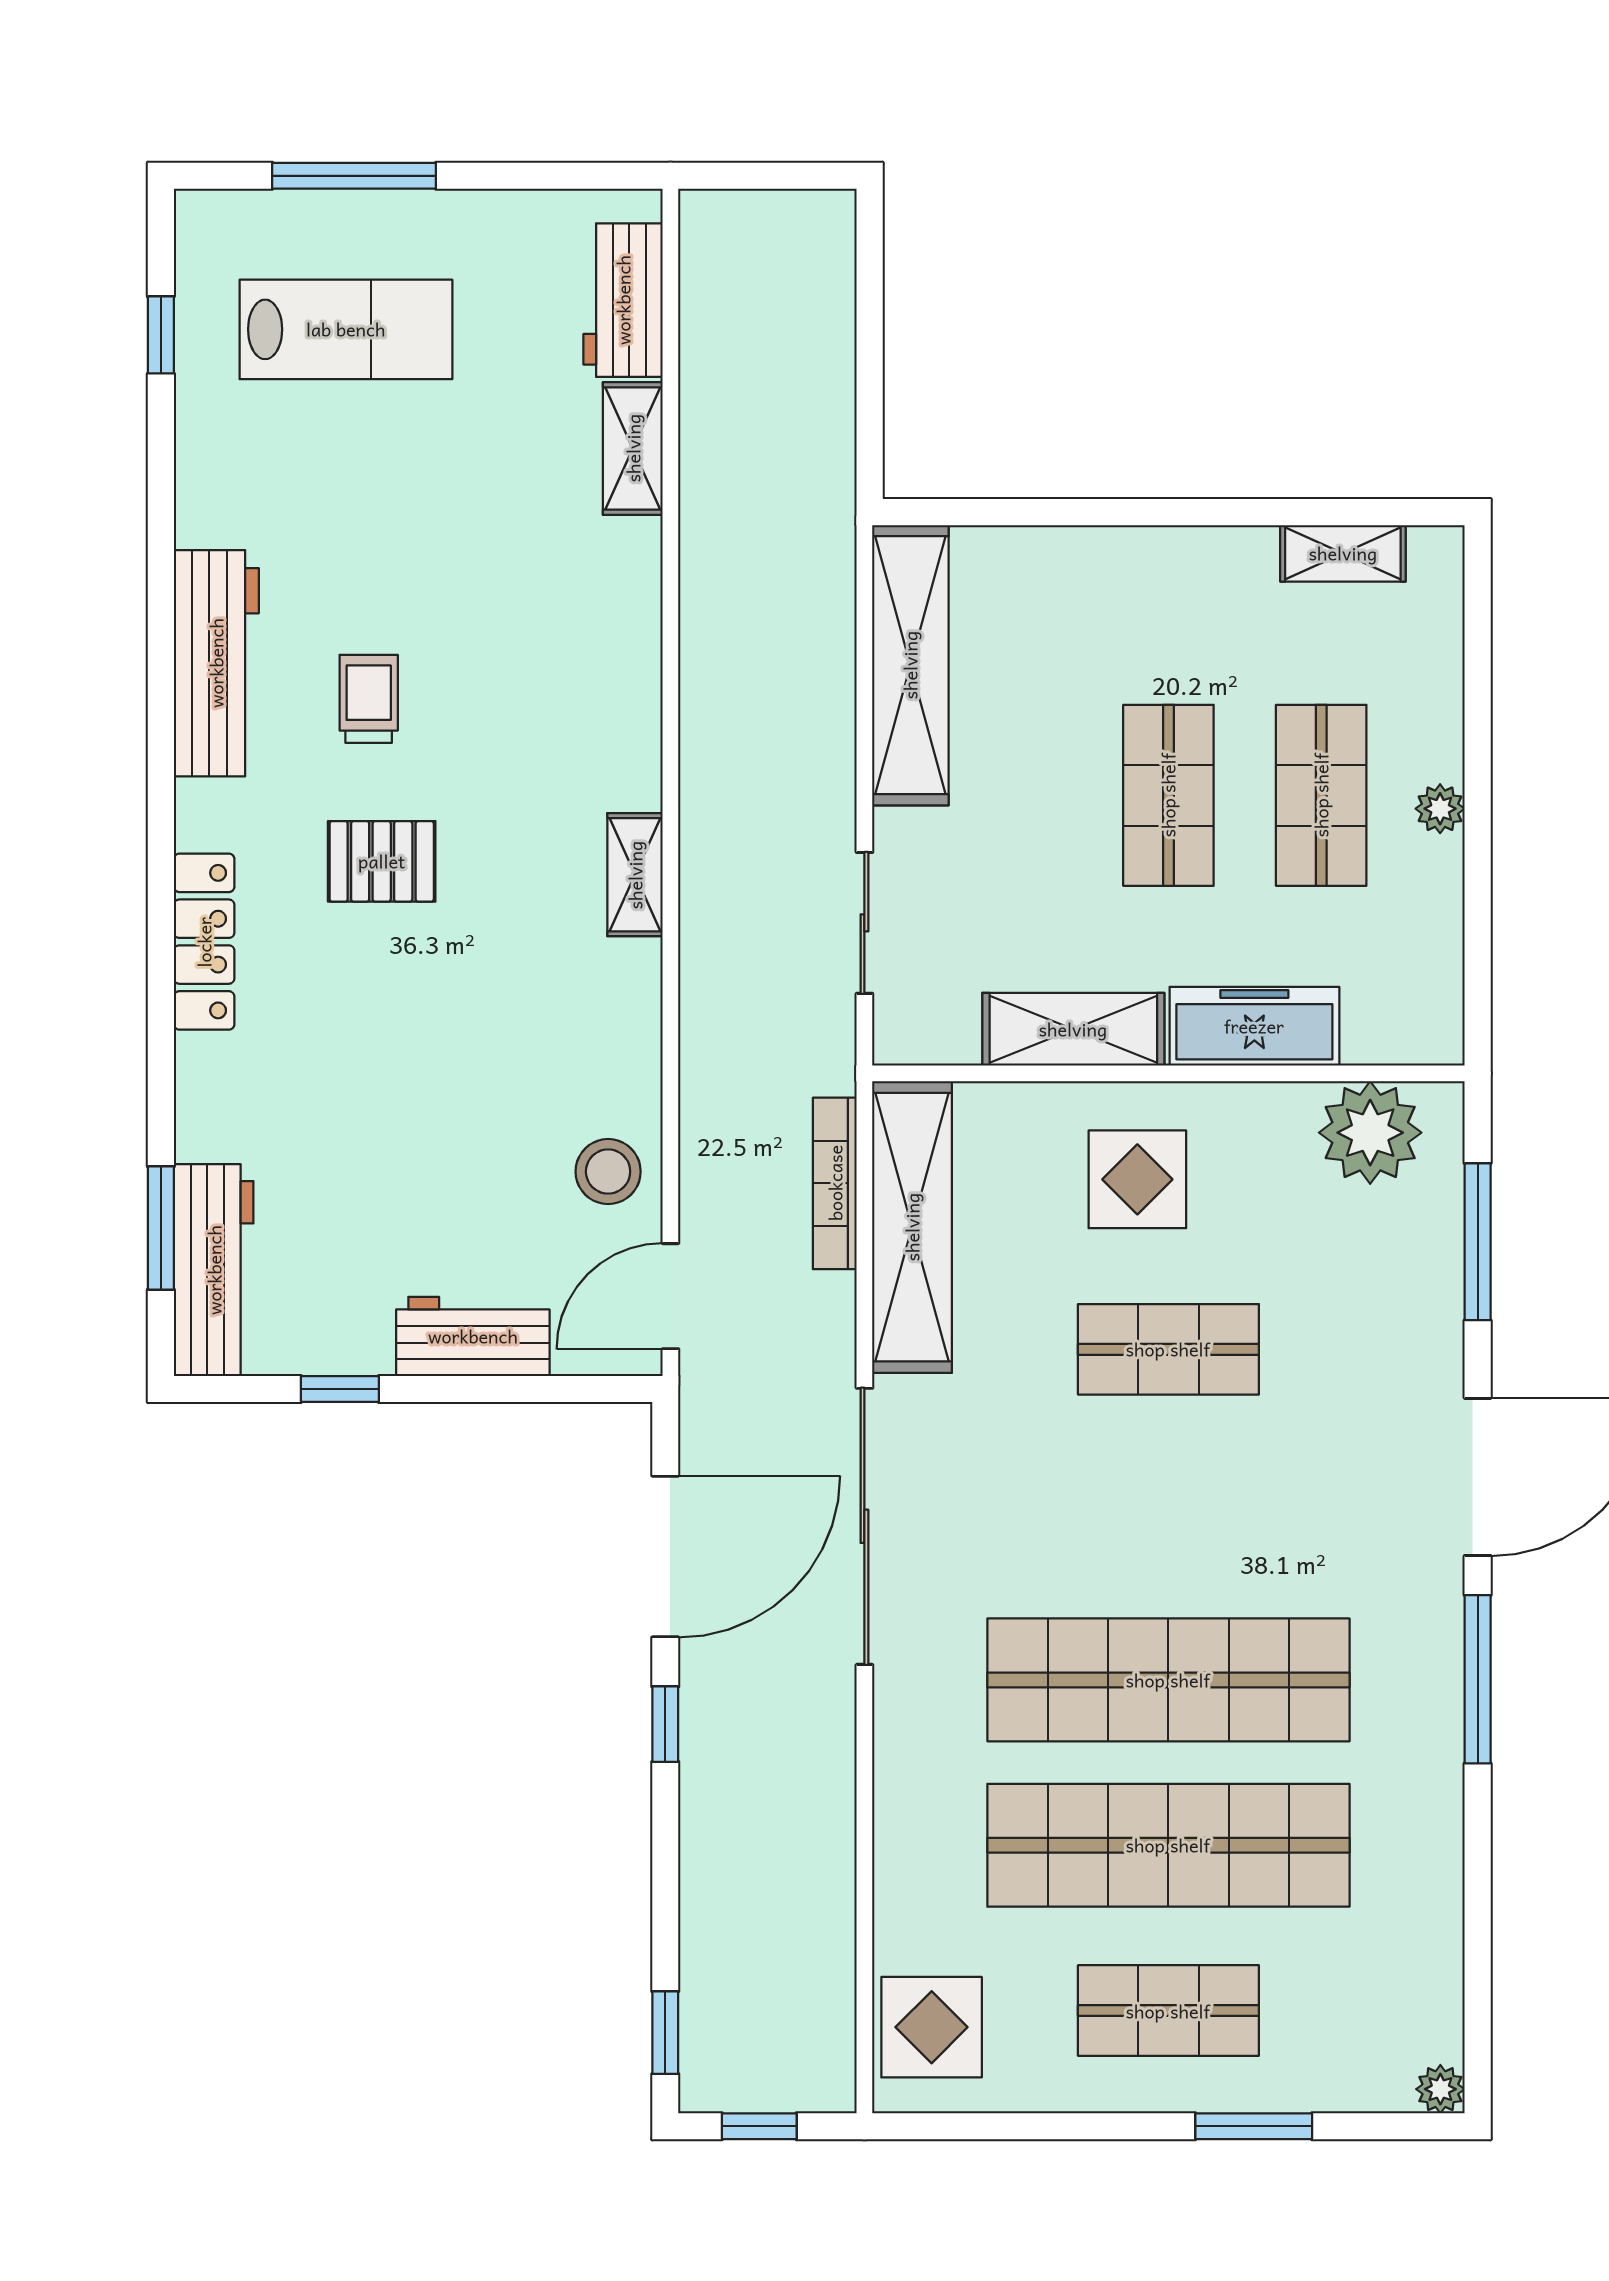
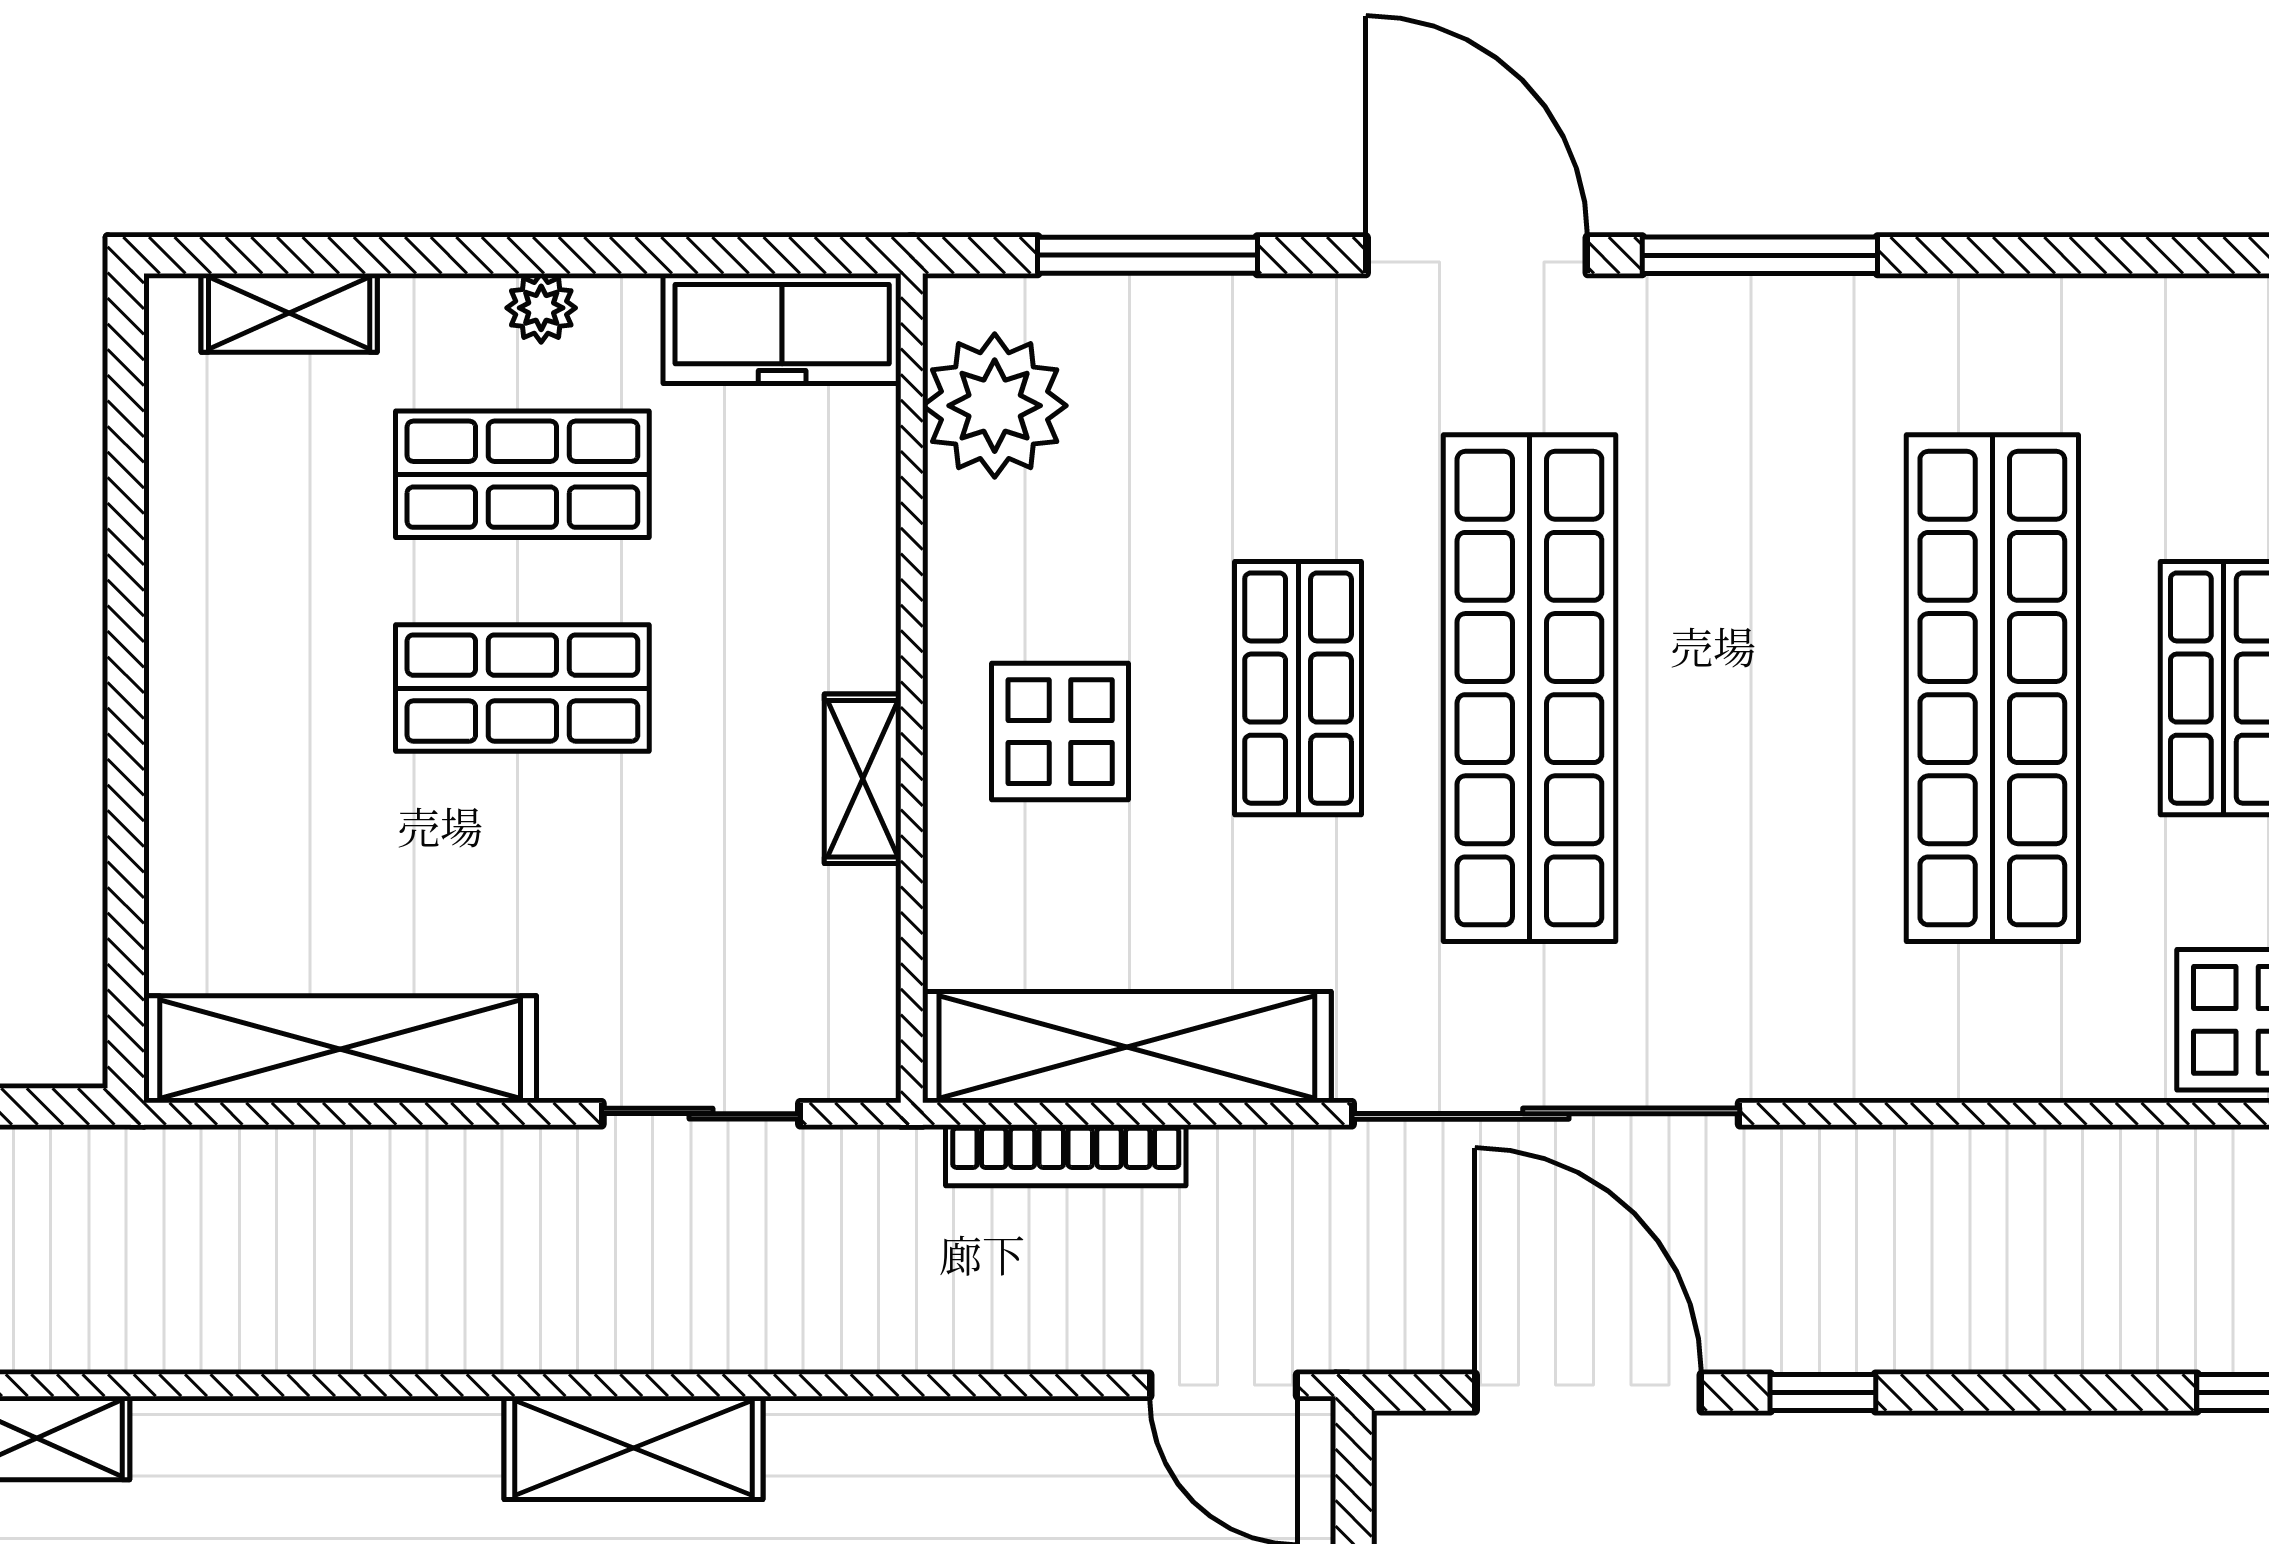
shelving: (1343, 553) -> (289, 313), moved, turned 90
shelving: (635, 875) -> (633, 1448), width x1.50, depth x1.33
freezer: (1254, 1026) -> (782, 329), moved, turned -90
shelving: (1073, 1029) -> (863, 779), width x0.67, depth x0.75
stool: (608, 1172) -> (1049, 1473), removed
shop shelf: (1168, 1680) -> (1529, 688), moved

